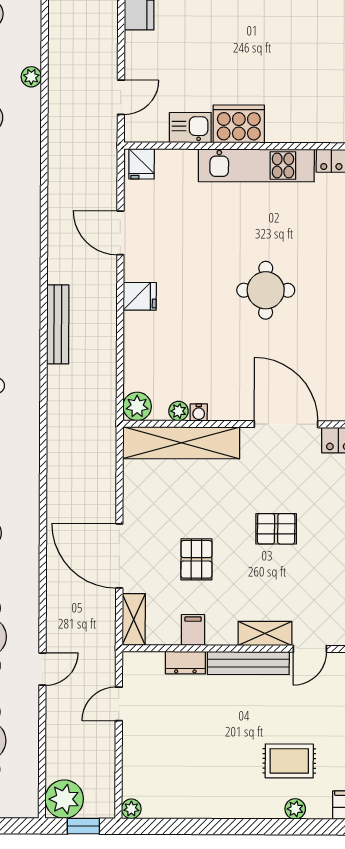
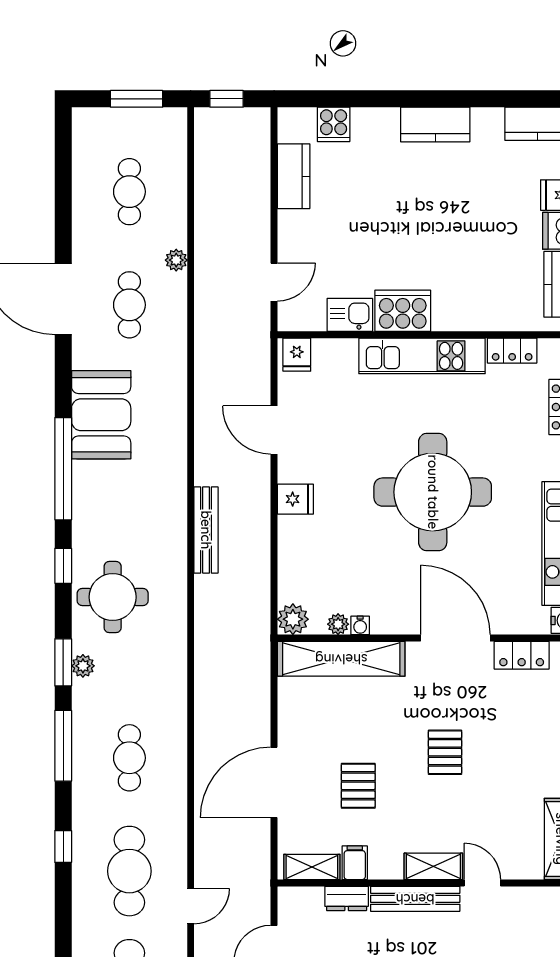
round table: (266, 290) -> (433, 492), width x1.86, depth x1.86
pallet: (276, 529) -> (445, 752), turned 90
door: (119, 556) -> (274, 782), hinge flipped
shelving: (134, 619) -> (312, 867), moved, turned 90
door: (310, 649) -> (482, 883), swing flipped

